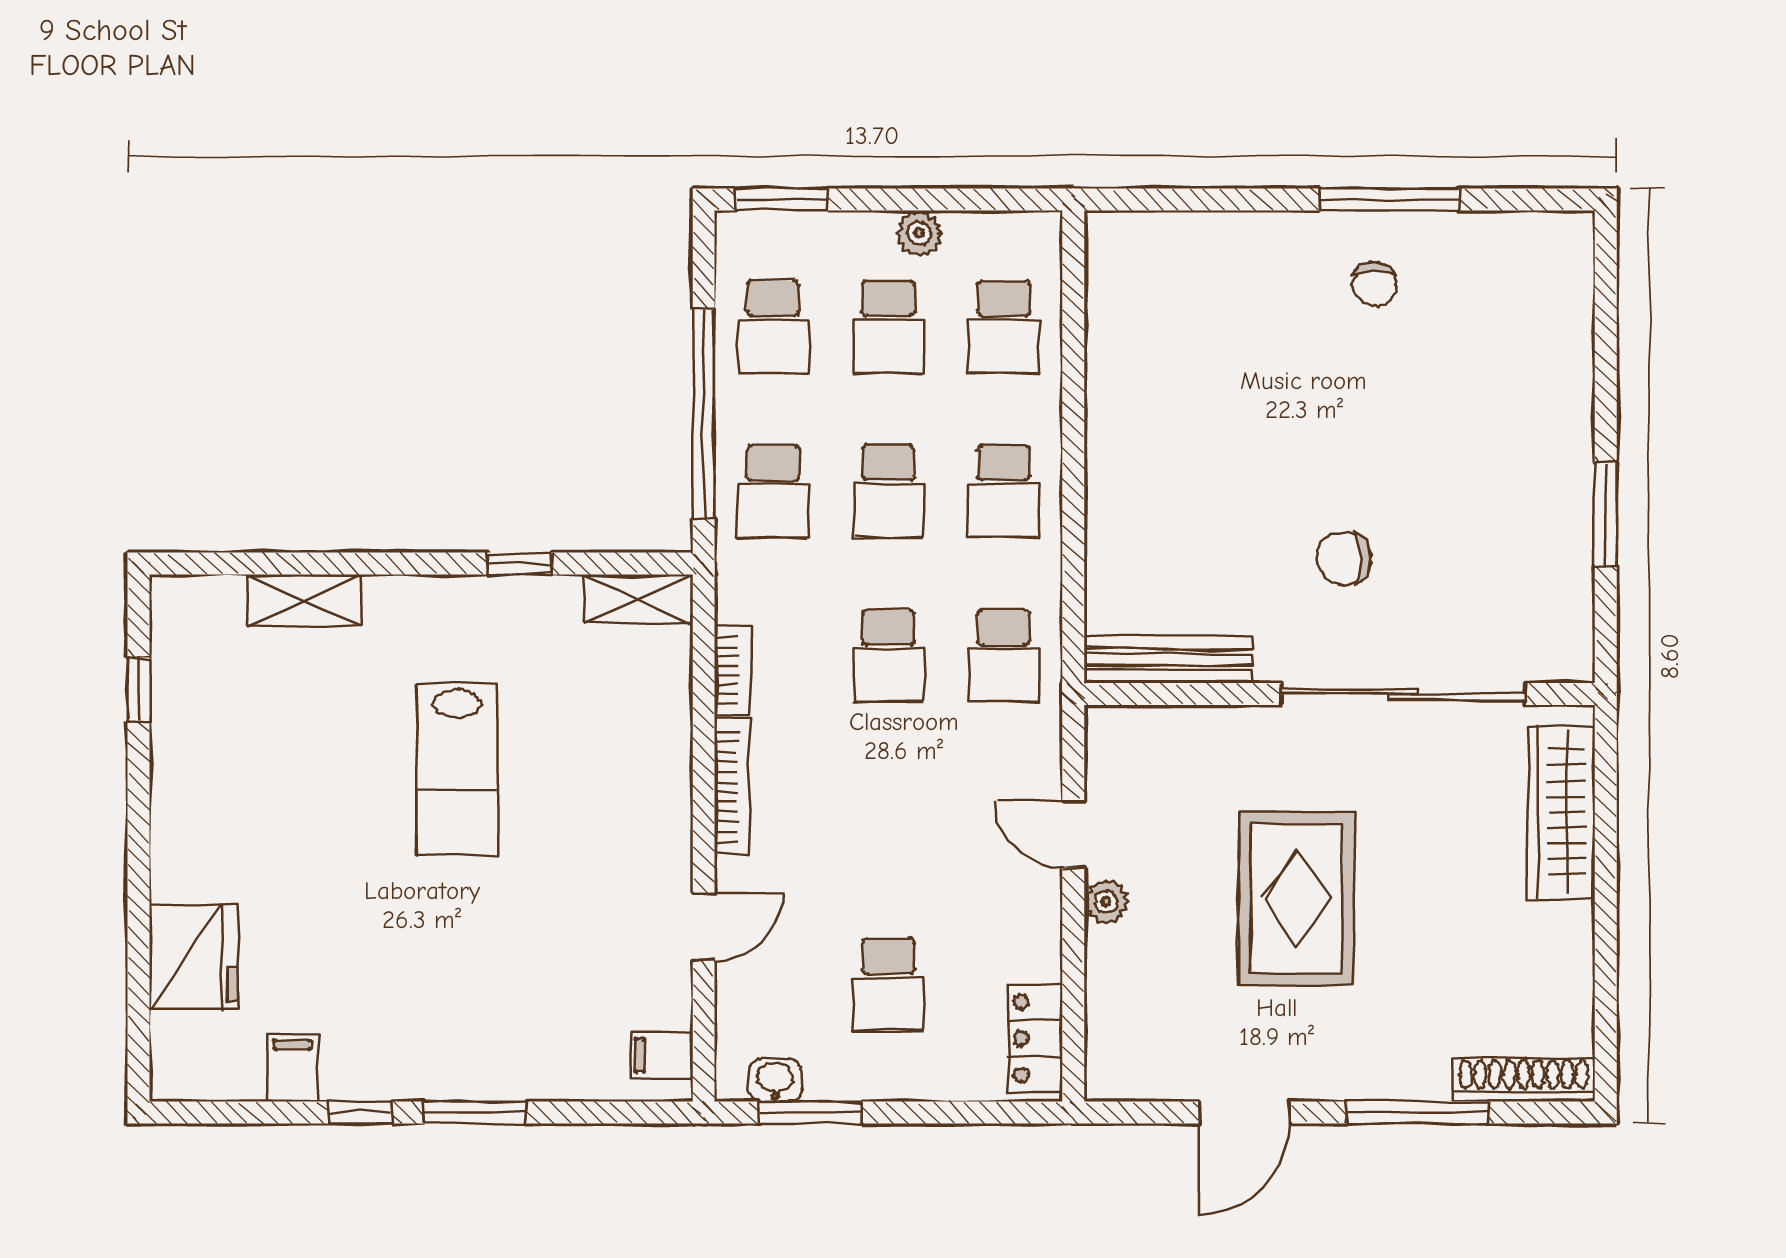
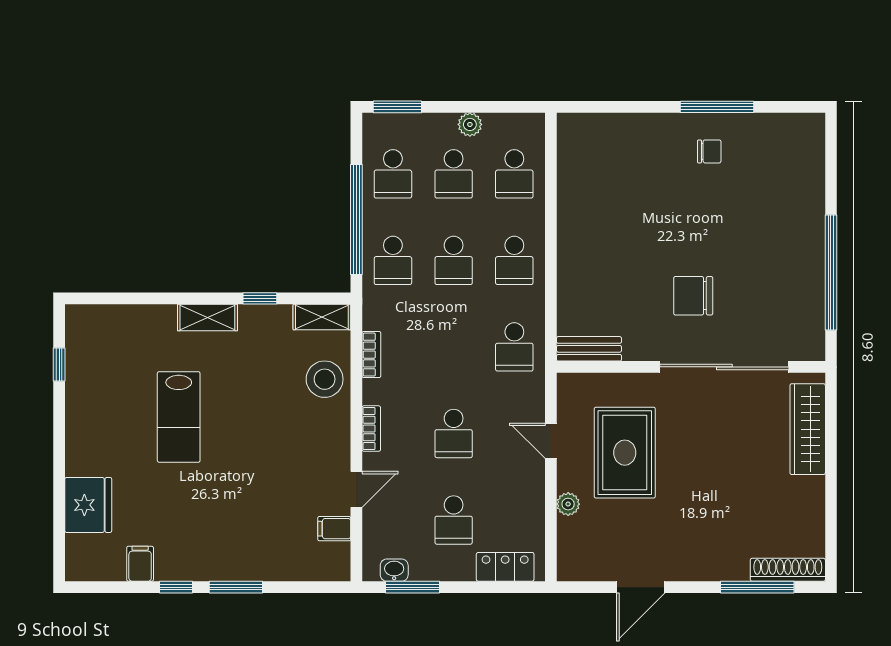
chair: (1374, 284) -> (709, 151), turned -90
window: (1606, 514) -> (831, 272), width x2.11
chair: (1344, 559) -> (693, 296), width x1.37, depth x1.37
shelving: (304, 600) -> (207, 317), moved
school desk: (888, 656) -> (454, 433), moved
bench: (1168, 660) -> (589, 349), width x0.73
stool: (643, 717) -> (325, 379), added
lab bench: (457, 769) -> (179, 417), moved
bookcase: (732, 787) -> (371, 429), width x0.64
rug: (1297, 898) -> (625, 453), moved
plant: (1106, 901) -> (568, 504), moved
locker: (1035, 1038) -> (505, 567), moved, turned 90
filing cabinet: (662, 1055) -> (334, 529), moved
window: (1418, 1112) -> (757, 587), moved

